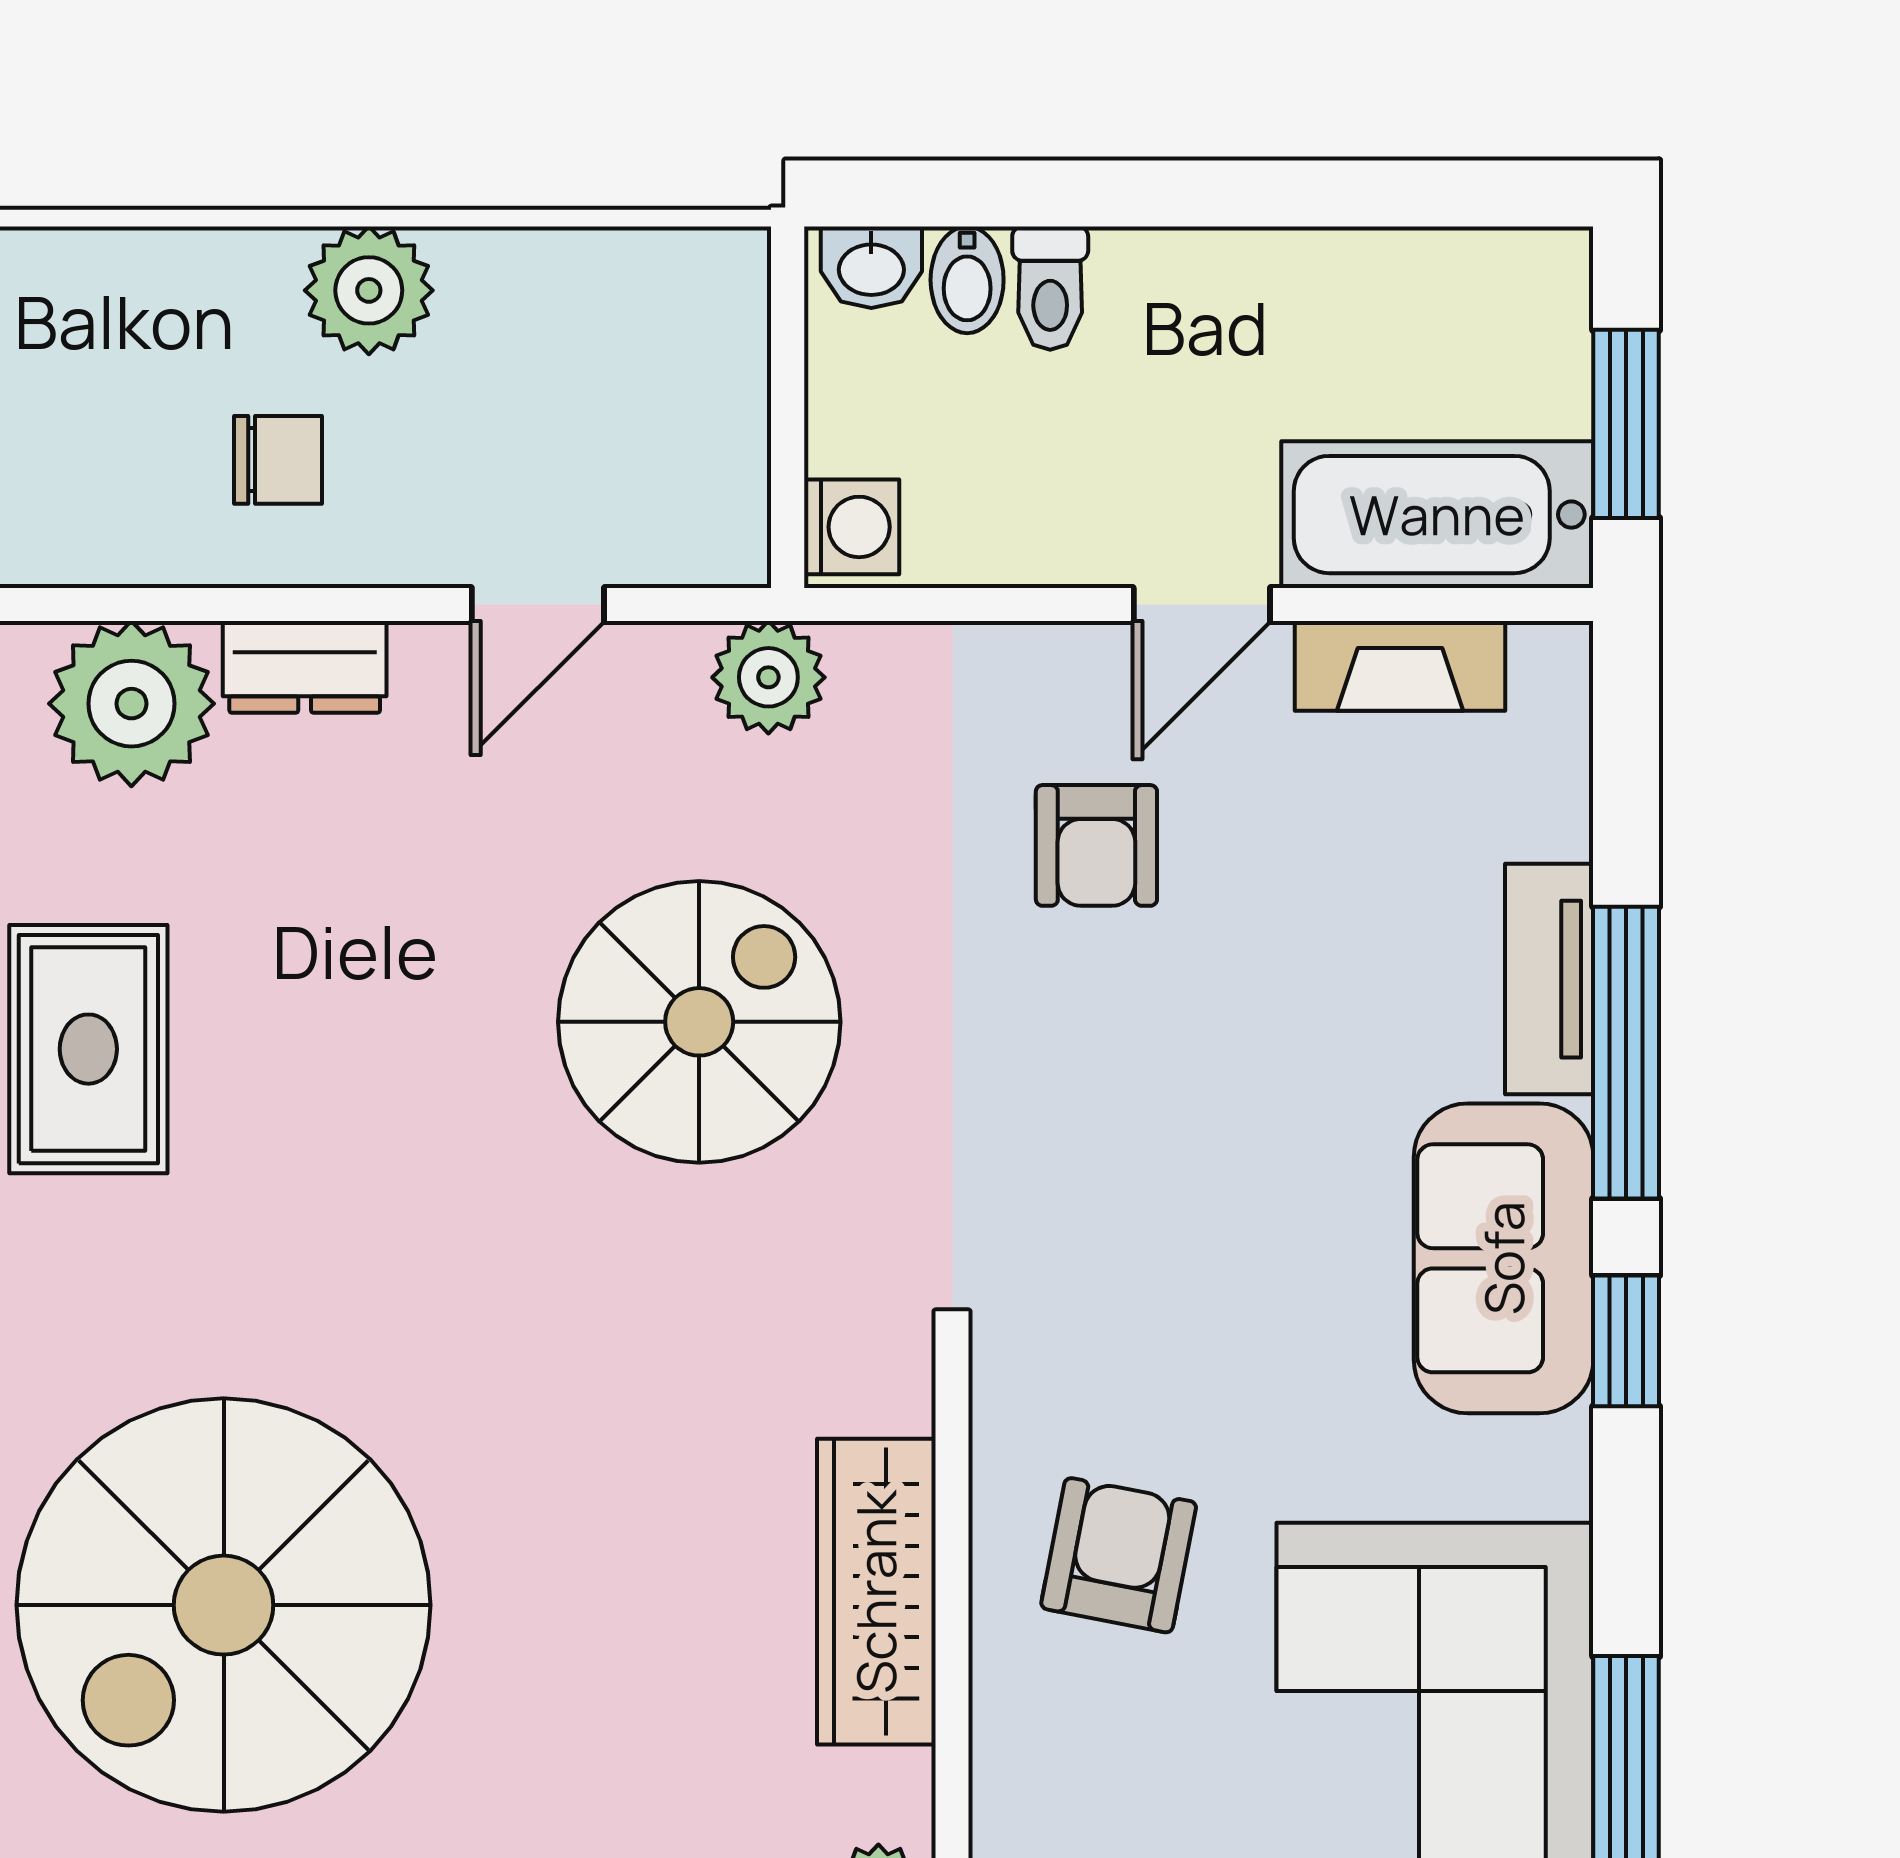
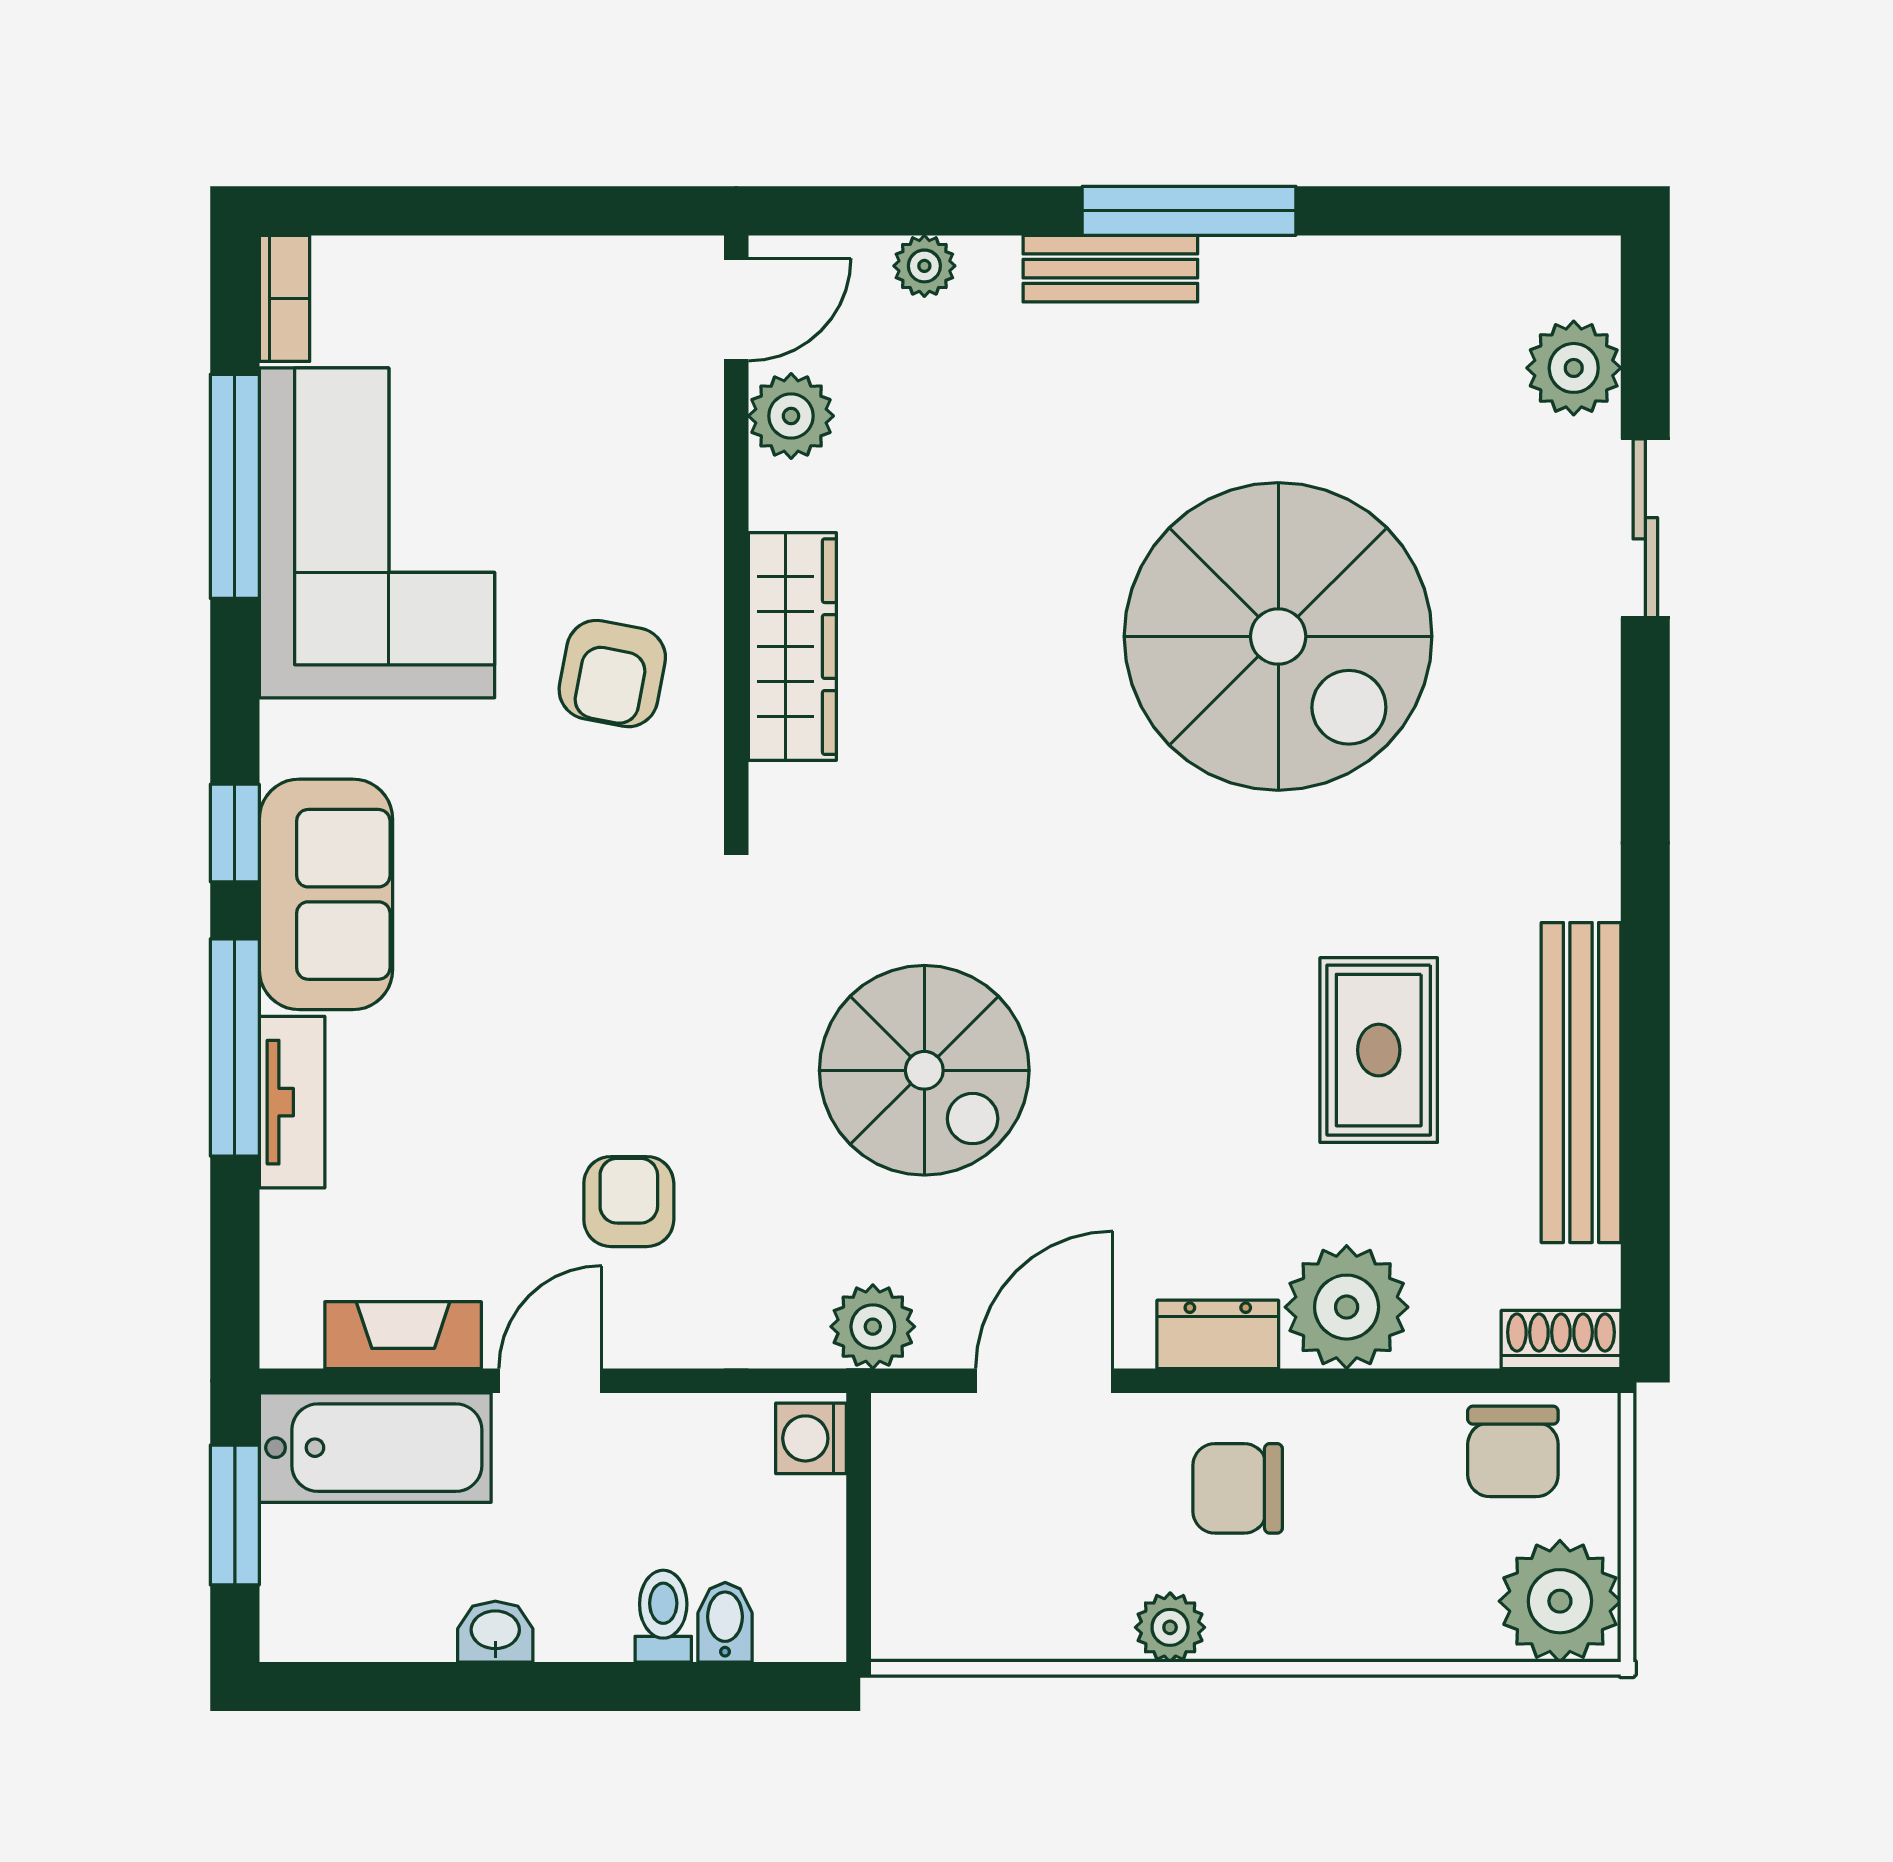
washbasin: (871, 267) -> (495, 1632), moved
plant: (369, 290) -> (1170, 1627), width x0.73, depth x0.73
chair: (278, 460) -> (1238, 1488), width x1.37, depth x1.37
door: (538, 604) -> (1044, 1381), width x1.38
spiral stairs: (699, 1022) -> (924, 1070), turned -90
spiral stairs: (224, 1605) -> (1278, 636), turned 90

